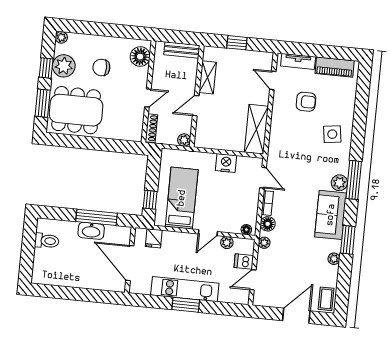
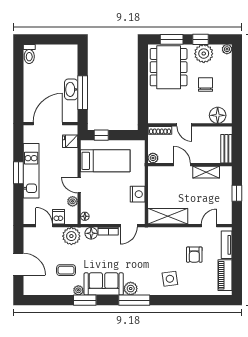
toilet: (47, 241) -> (29, 54), moved
plant: (264, 243) -> (71, 236), width x1.88, depth x1.88
plant: (334, 259) -> (78, 290), moved
coffee table: (326, 299) -> (66, 270), moved

